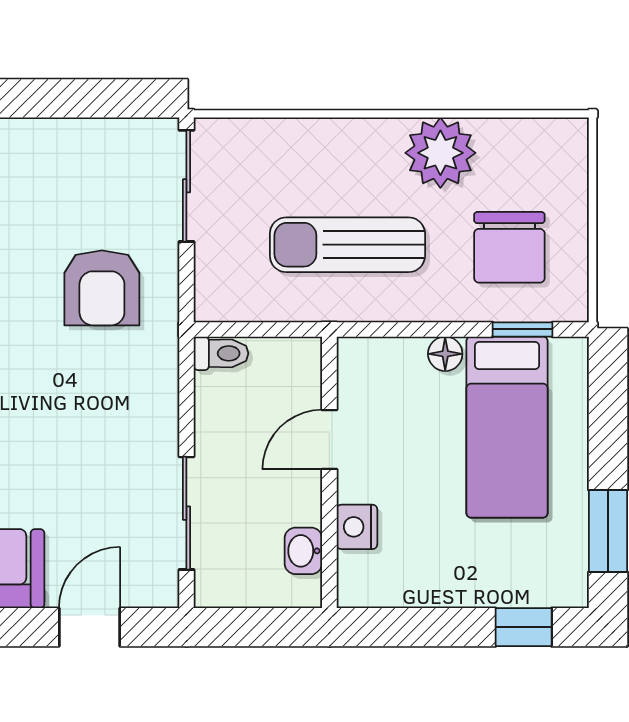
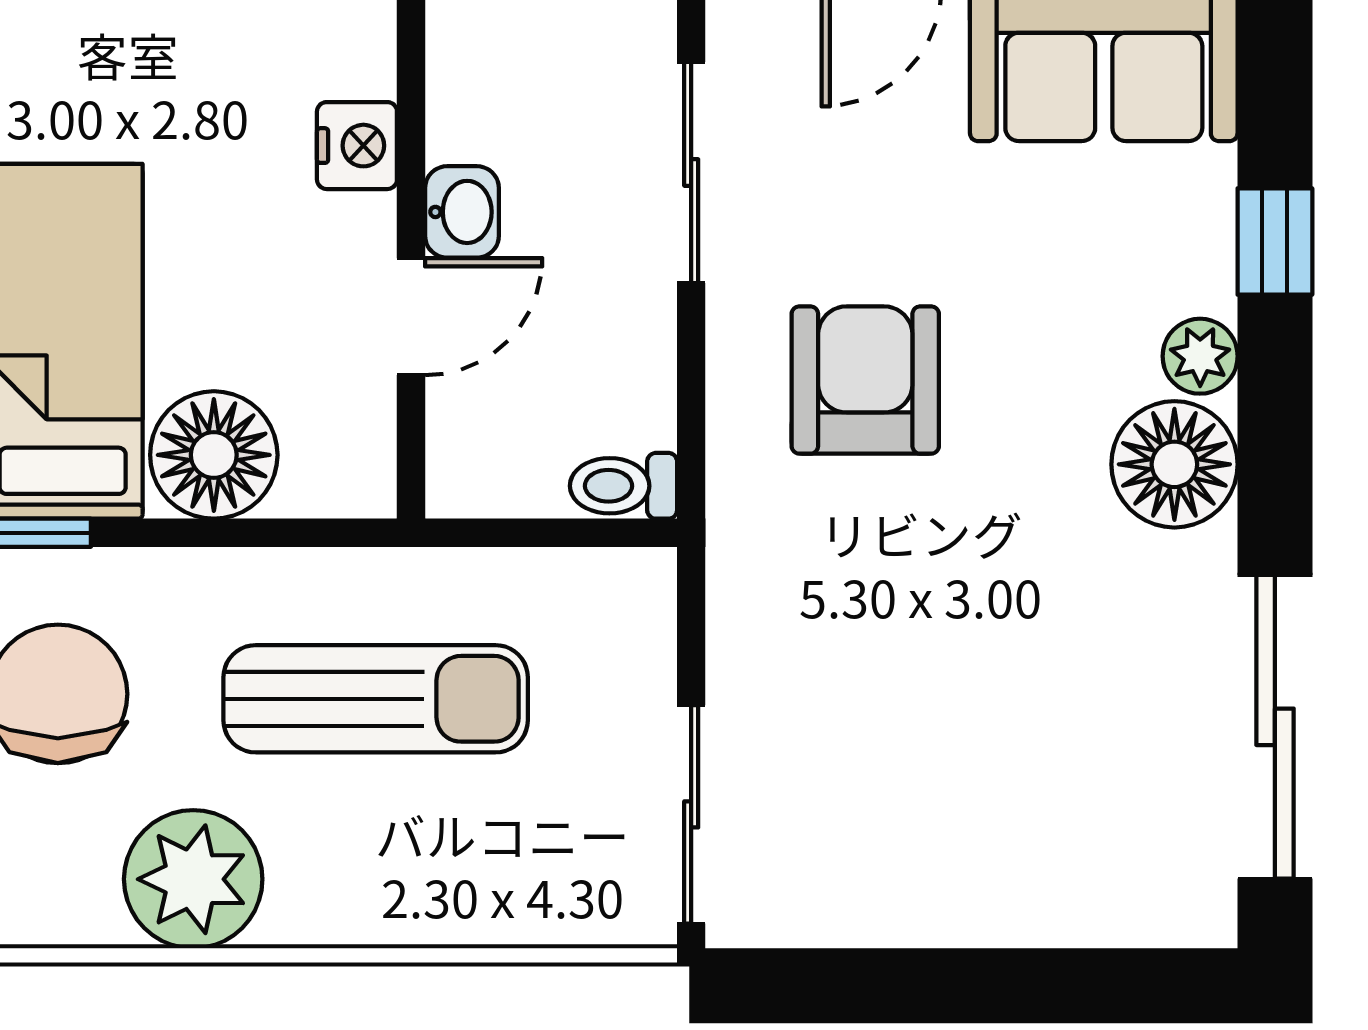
armchair: (102, 288) -> (865, 380), moved
floor lamp: (445, 354) -> (214, 455), width x1.89, depth x1.89
washbasin: (303, 551) -> (462, 212), moved

